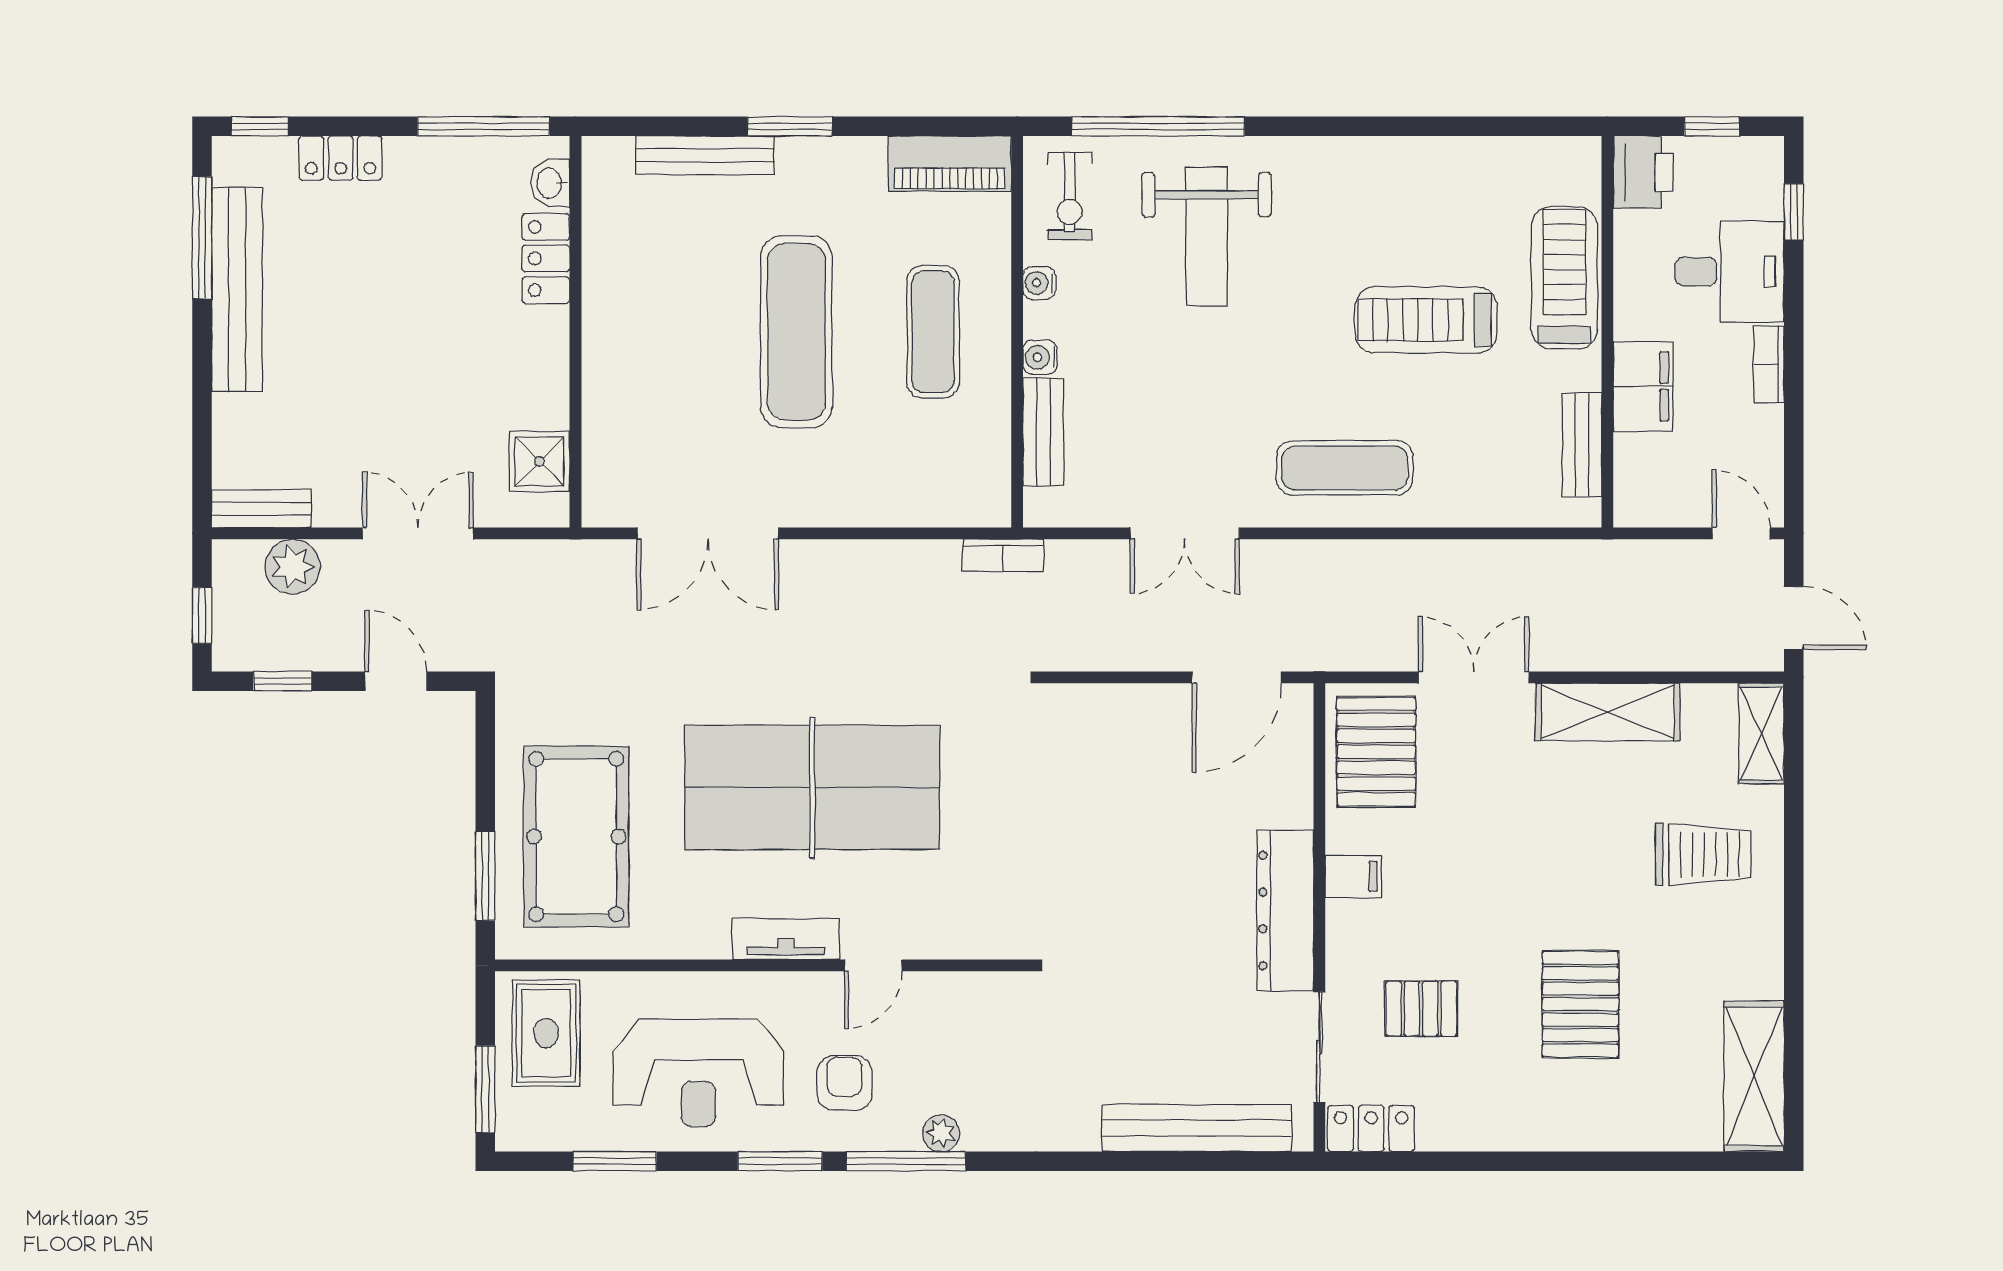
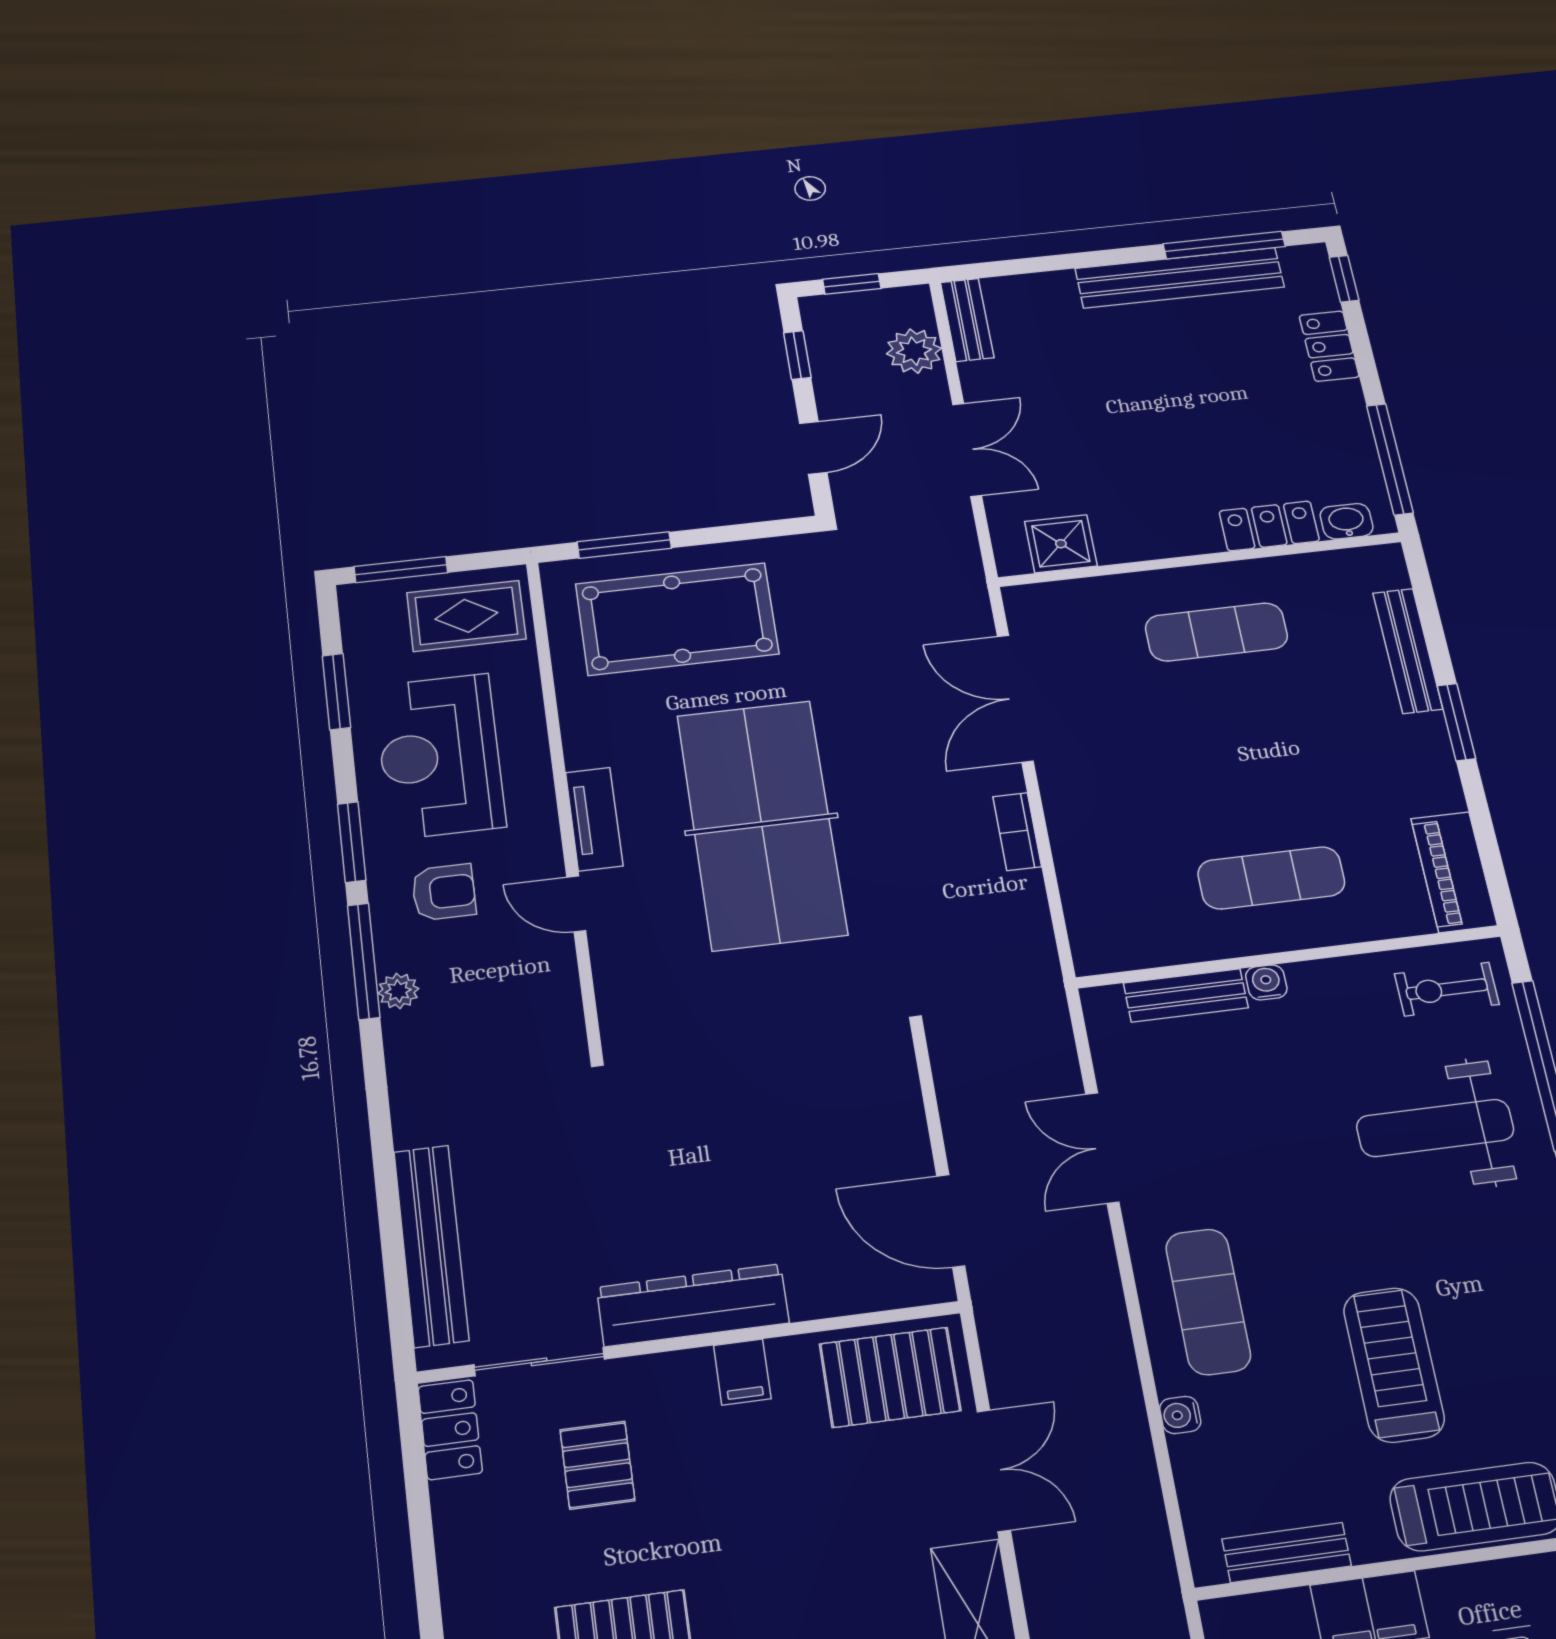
water cooler: (1039, 283) -> (1180, 1415), moved, turned -90
exercise mat: (796, 332) -> (1216, 632), moved, width x0.73, depth x0.69
bookcase: (1003, 555) -> (1017, 832), moved

